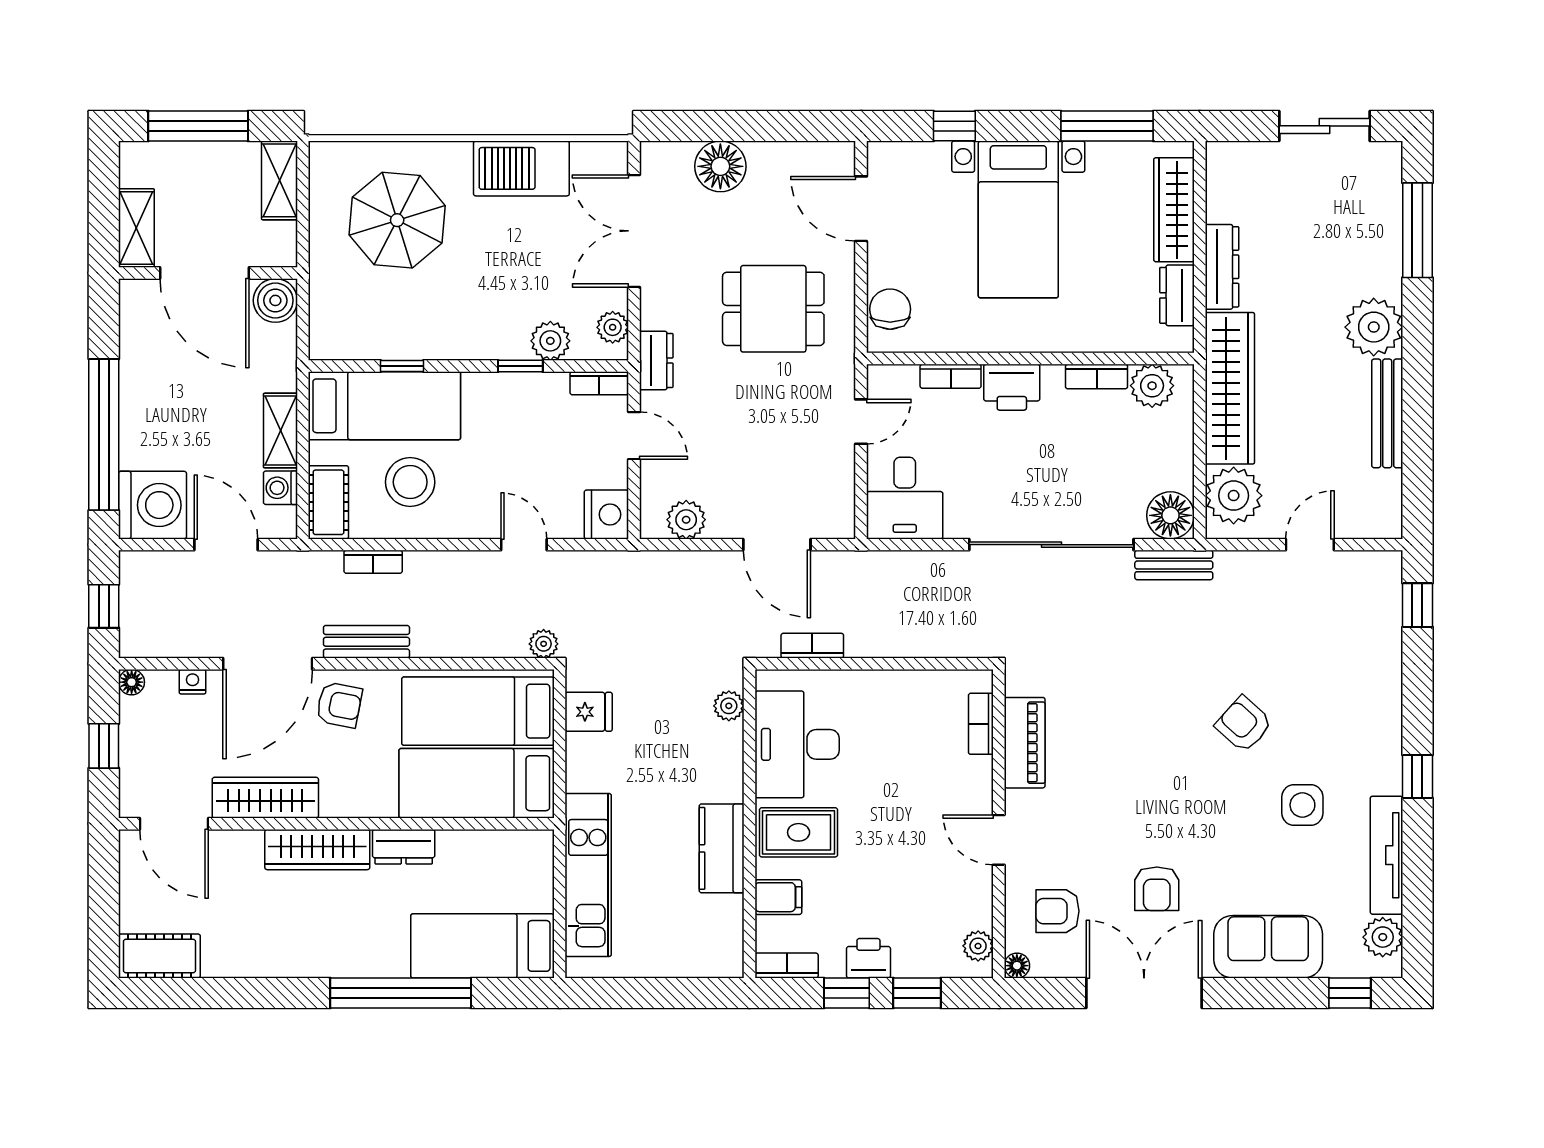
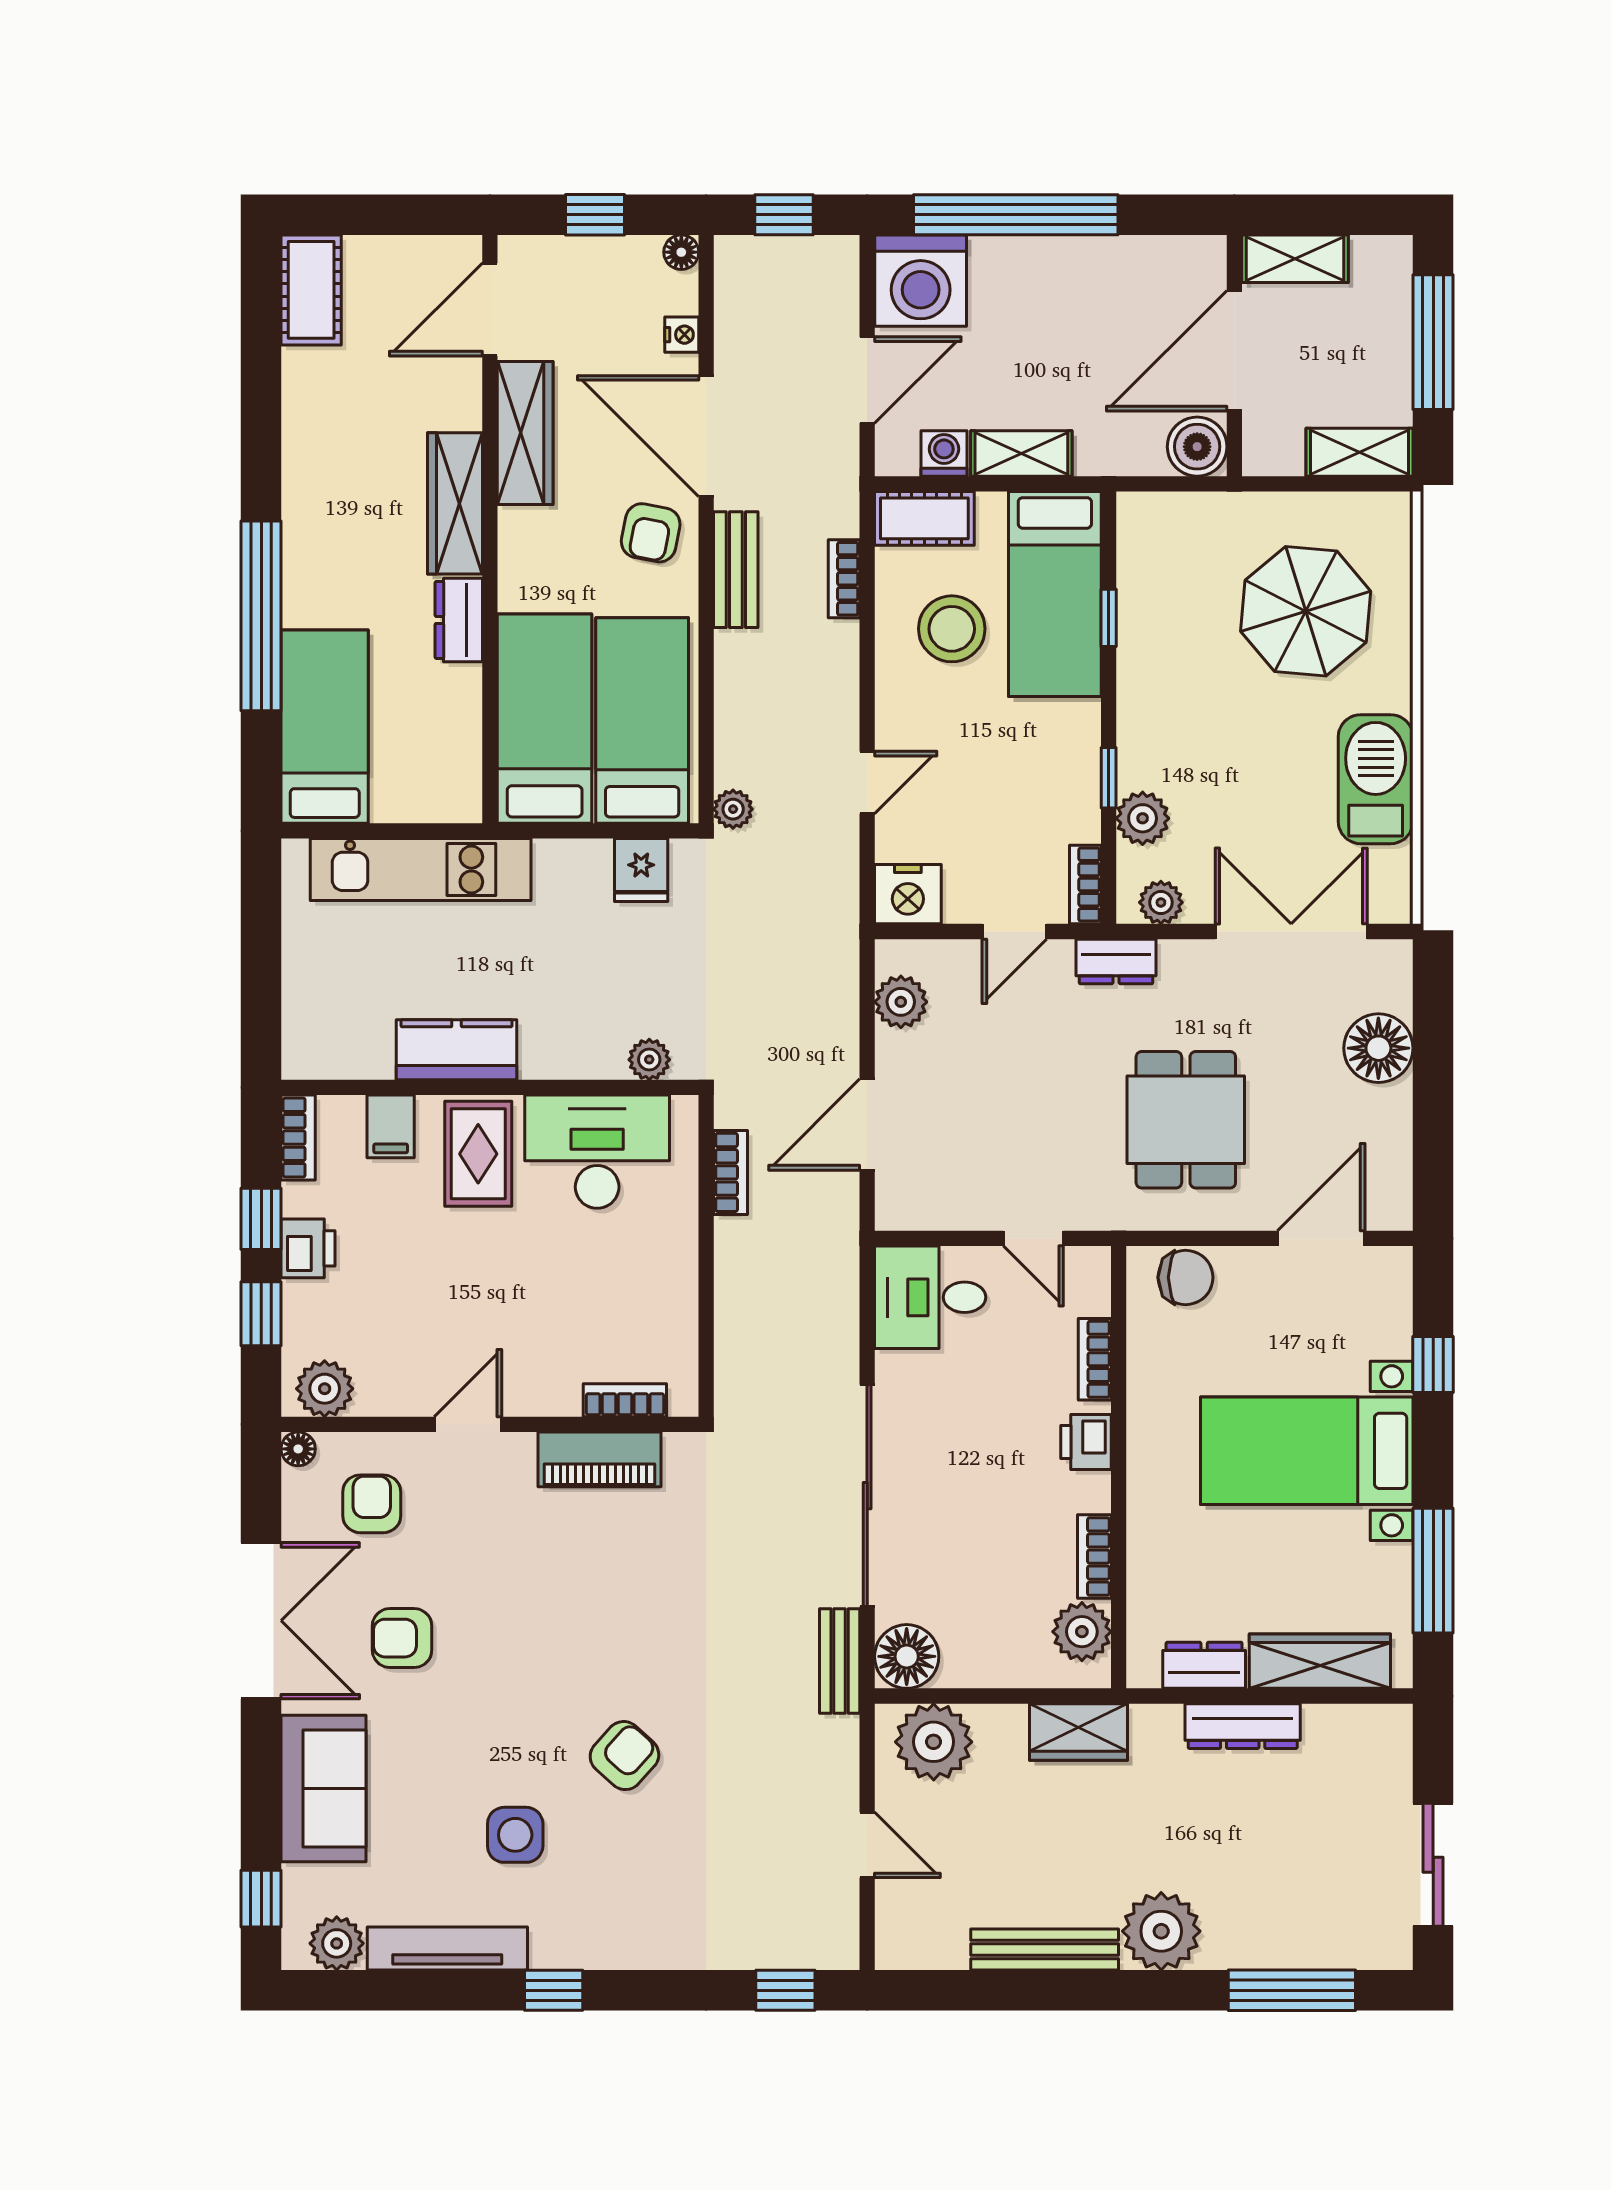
printer: (1012, 387) -> (1086, 1442), width x0.73, depth x0.81
wardrobe: (1230, 388) -> (1079, 1732), width x0.48, depth x0.85
plant: (978, 946) -> (325, 1389), width x1.38, depth x1.38

